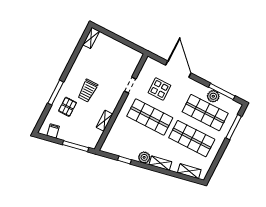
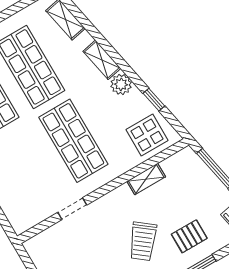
display table: (159, 89) -> (147, 135), moved
trolley: (88, 91) -> (143, 241), turned 128

